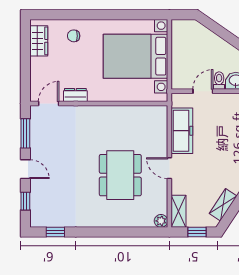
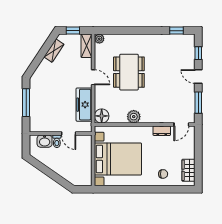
door: (203, 91) -> (69, 133), hinge flipped
plant: (114, 114) -> (134, 117), added
floor lamp: (158, 115) -> (102, 116), added

